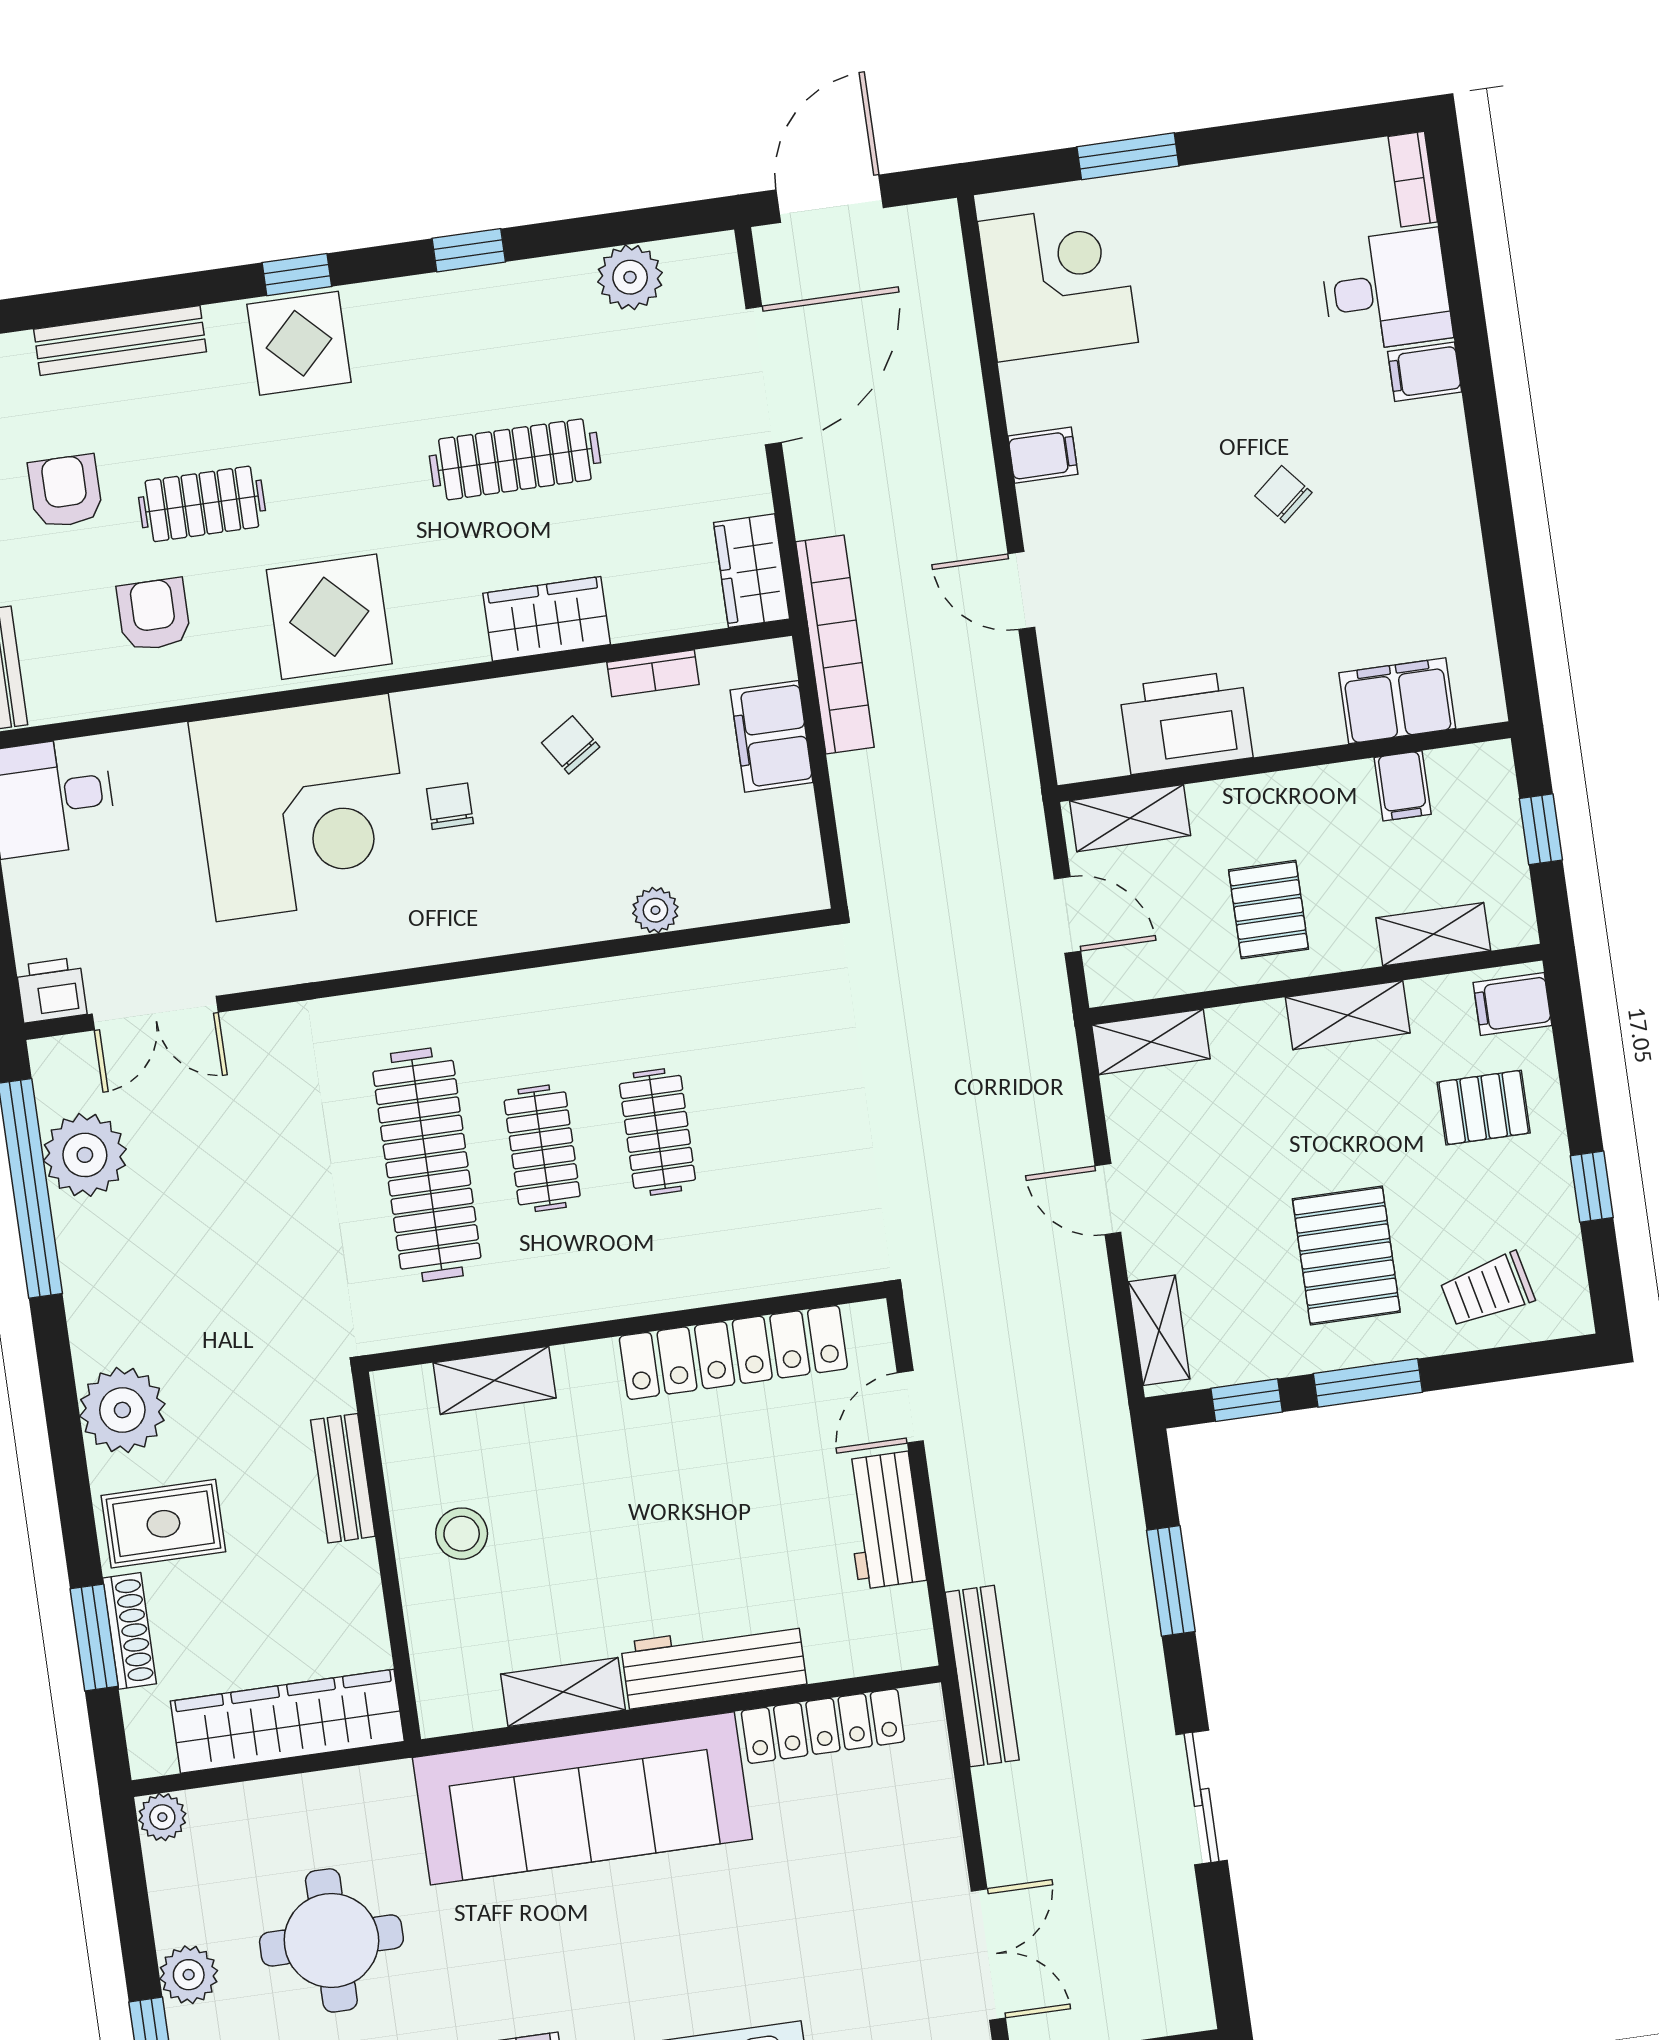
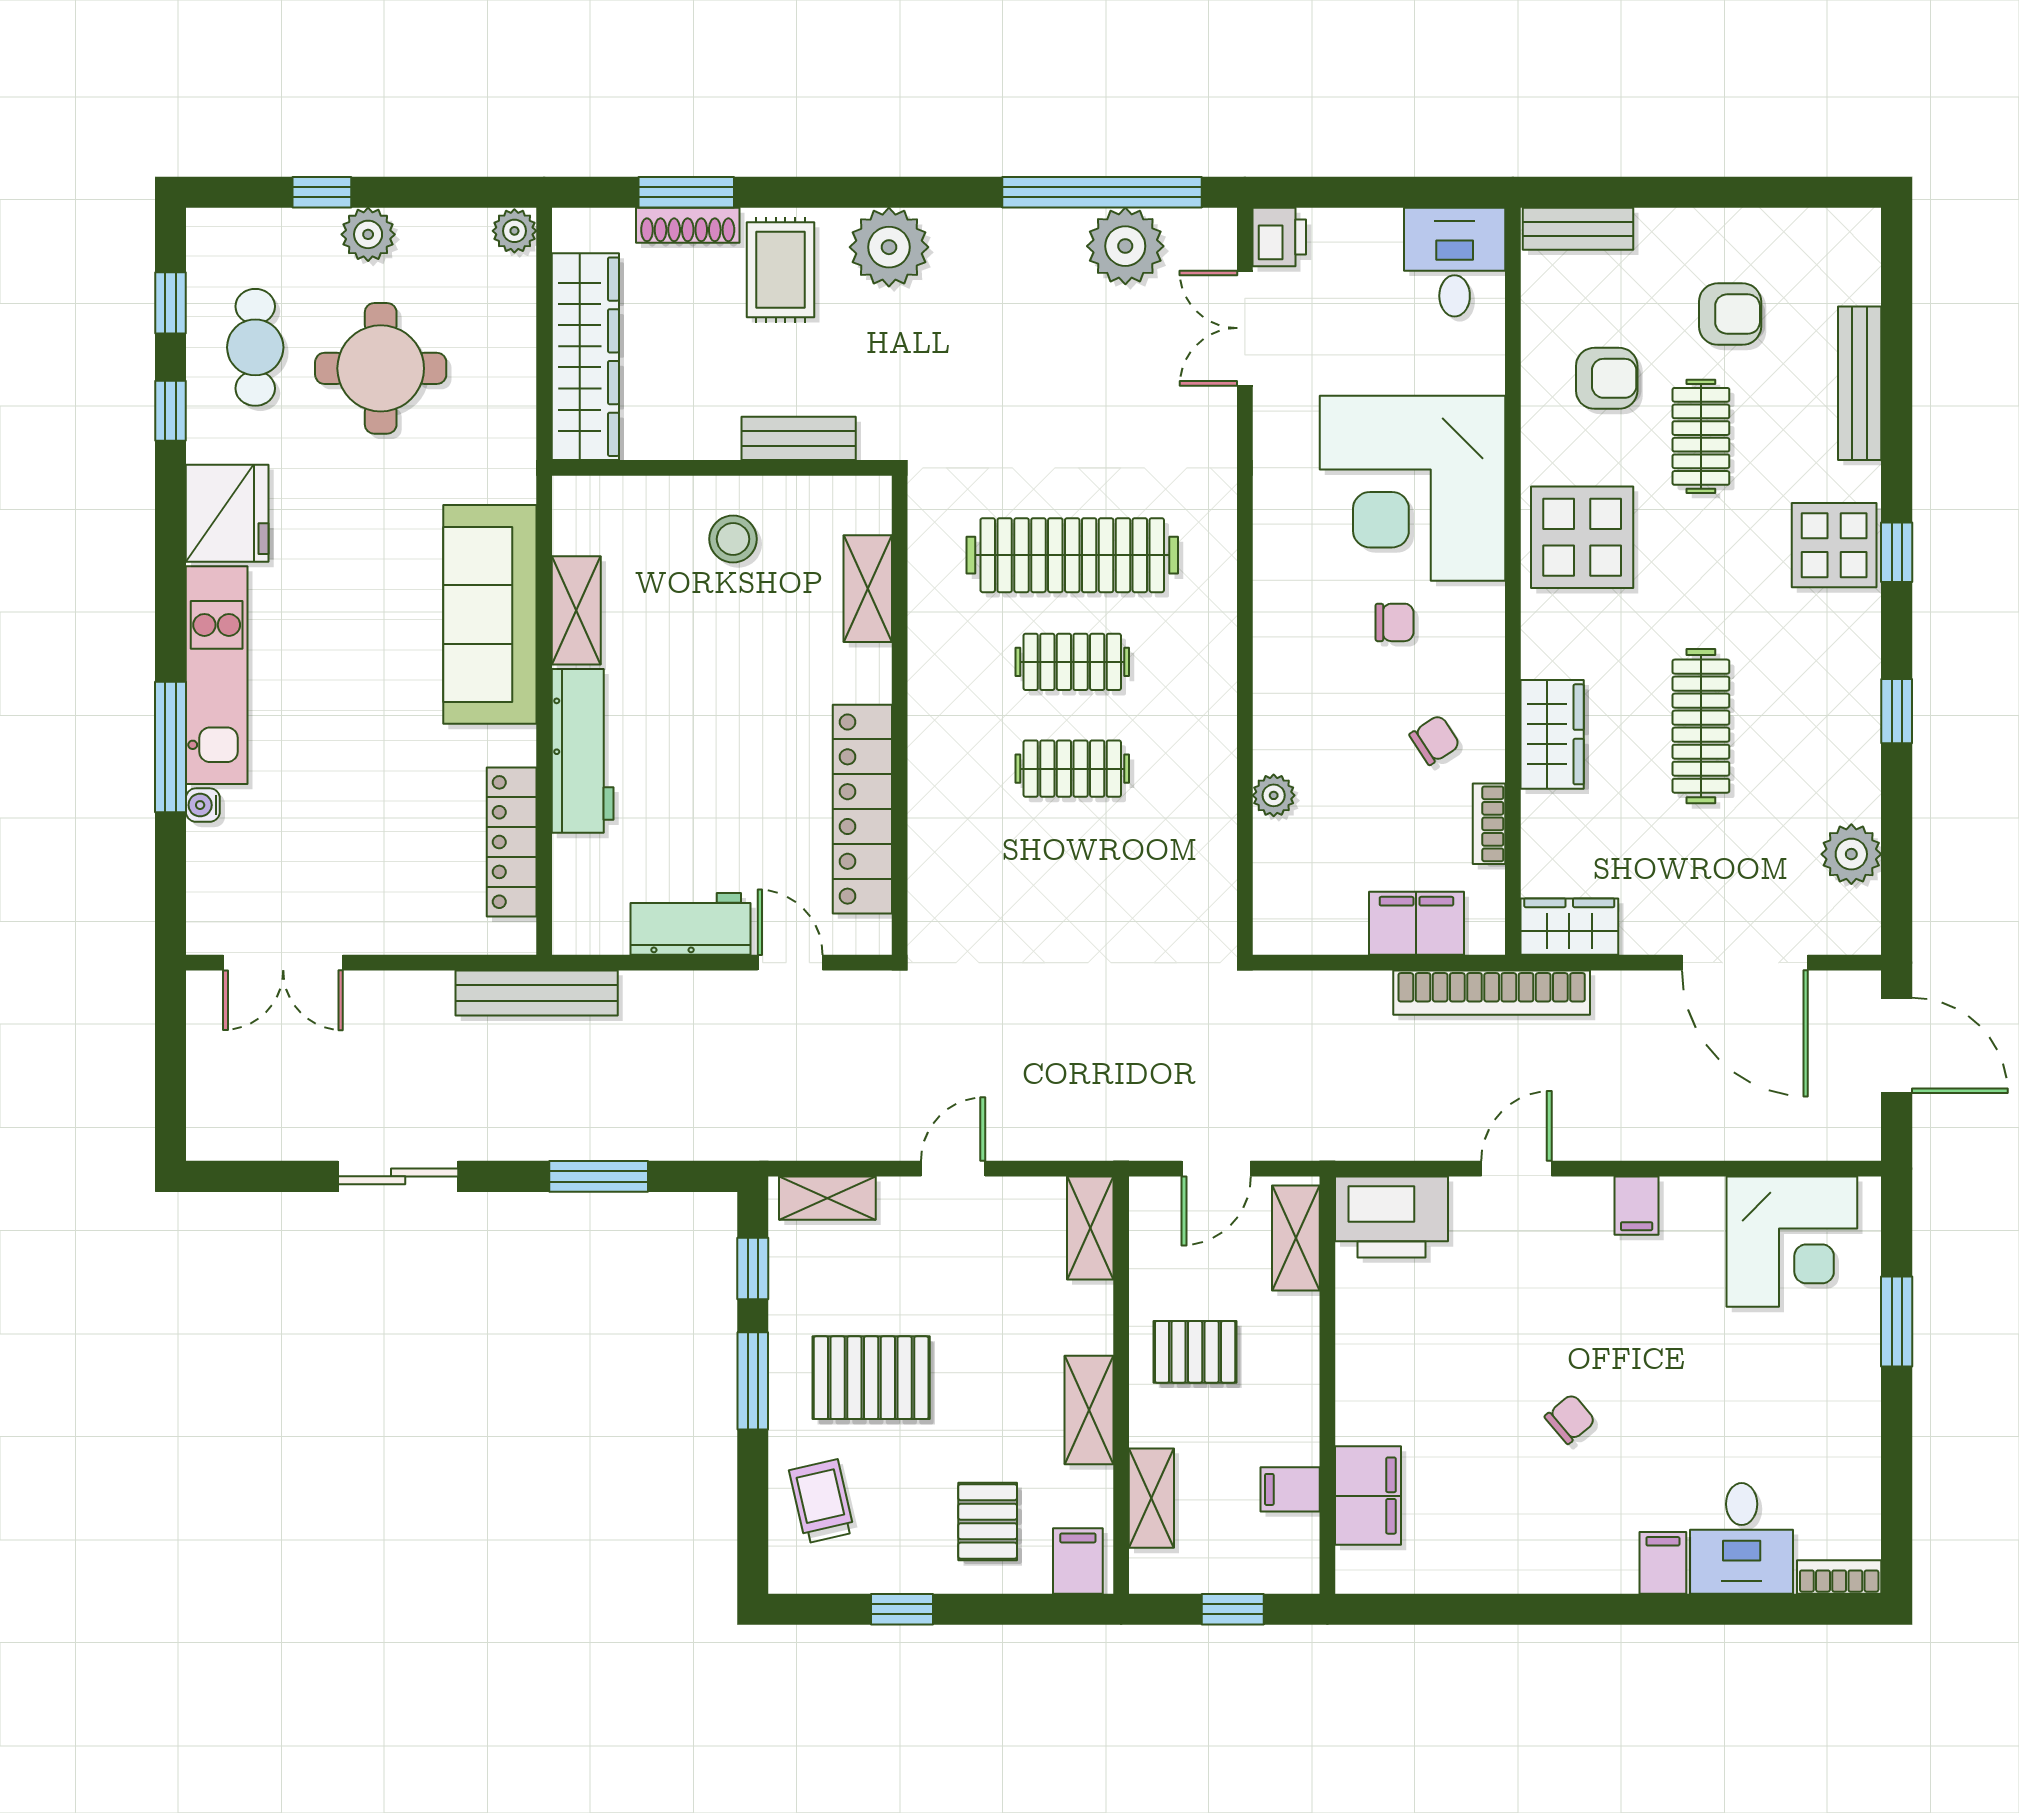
printer: (1186, 722) -> (1392, 1217), moved, turned 90
sofa: (582, 1798) -> (490, 614), width x0.74, depth x0.79

